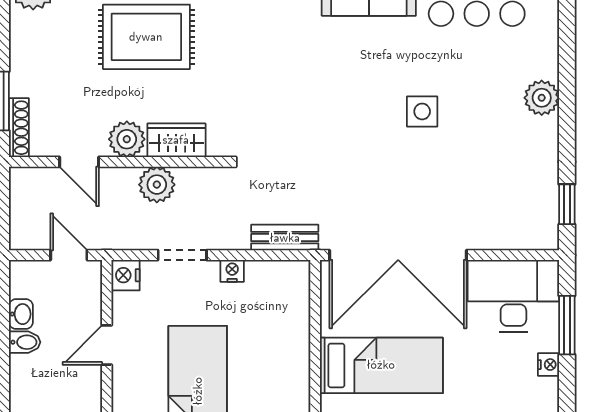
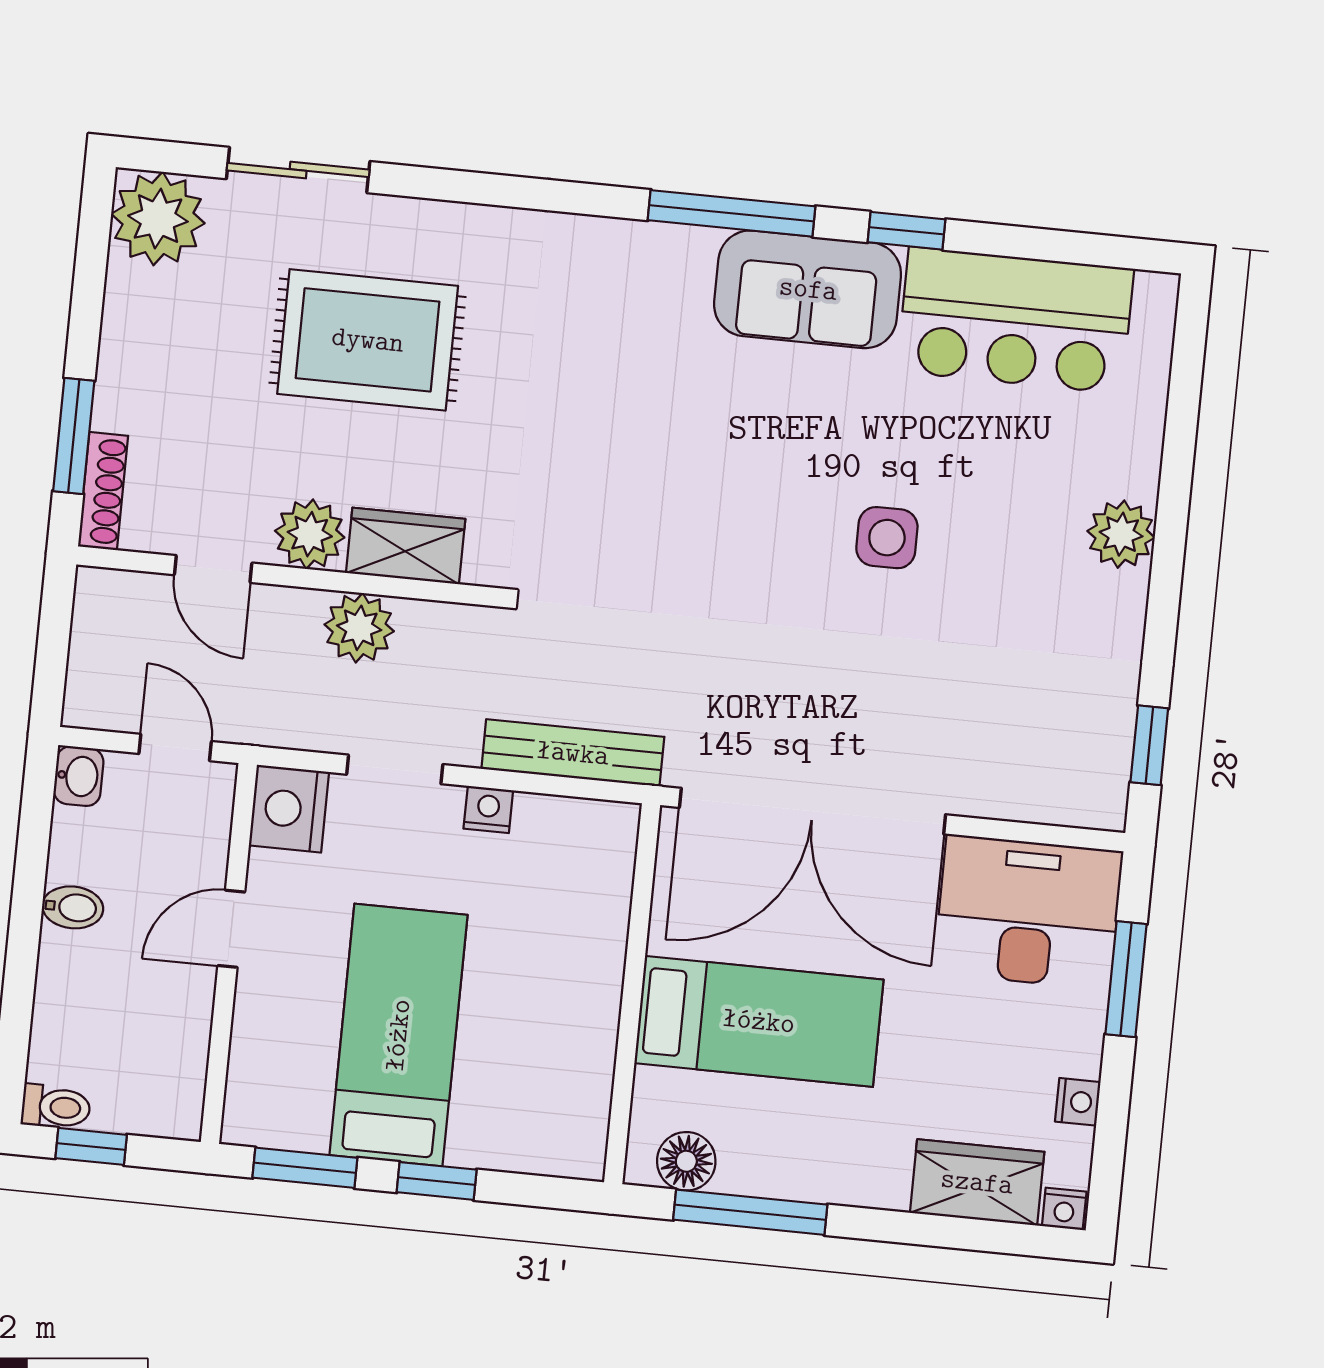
bench: (285, 238) -> (573, 753), width x1.36
nightstand: (126, 275) -> (289, 809), width x1.36, depth x1.33
washbasin: (21, 314) -> (79, 776), moved
nightstand: (549, 365) -> (1078, 1102), moved

